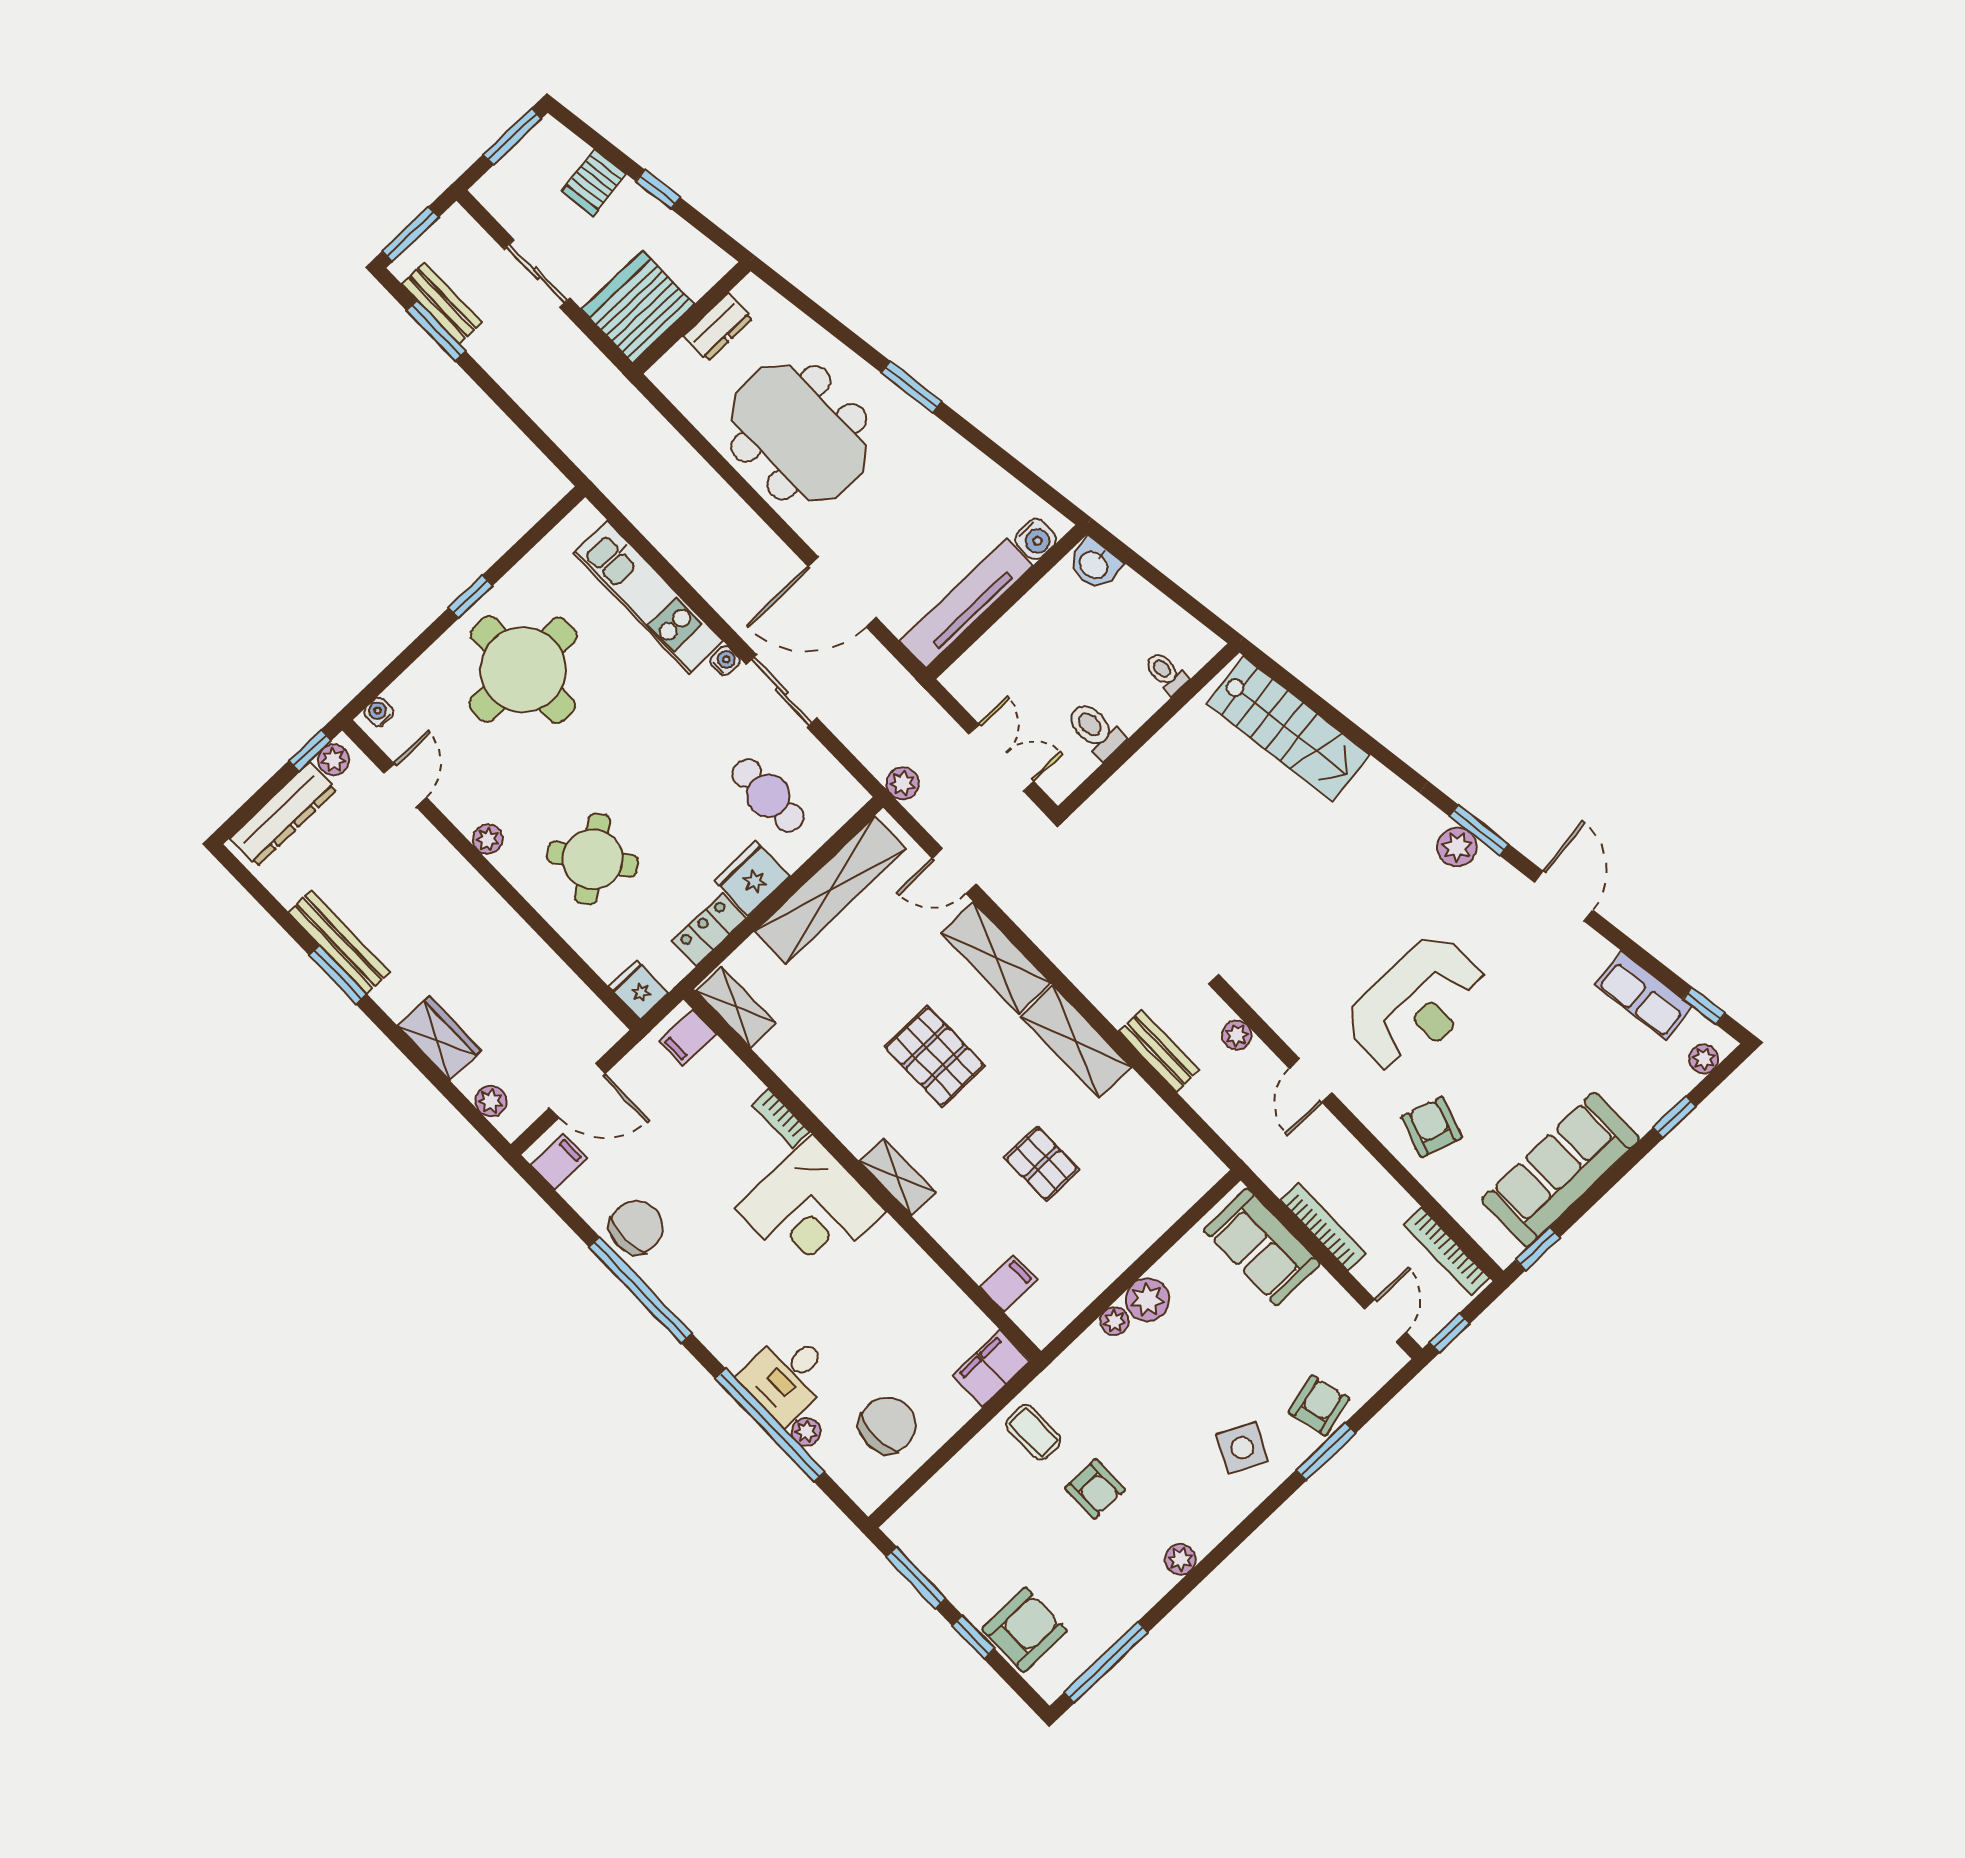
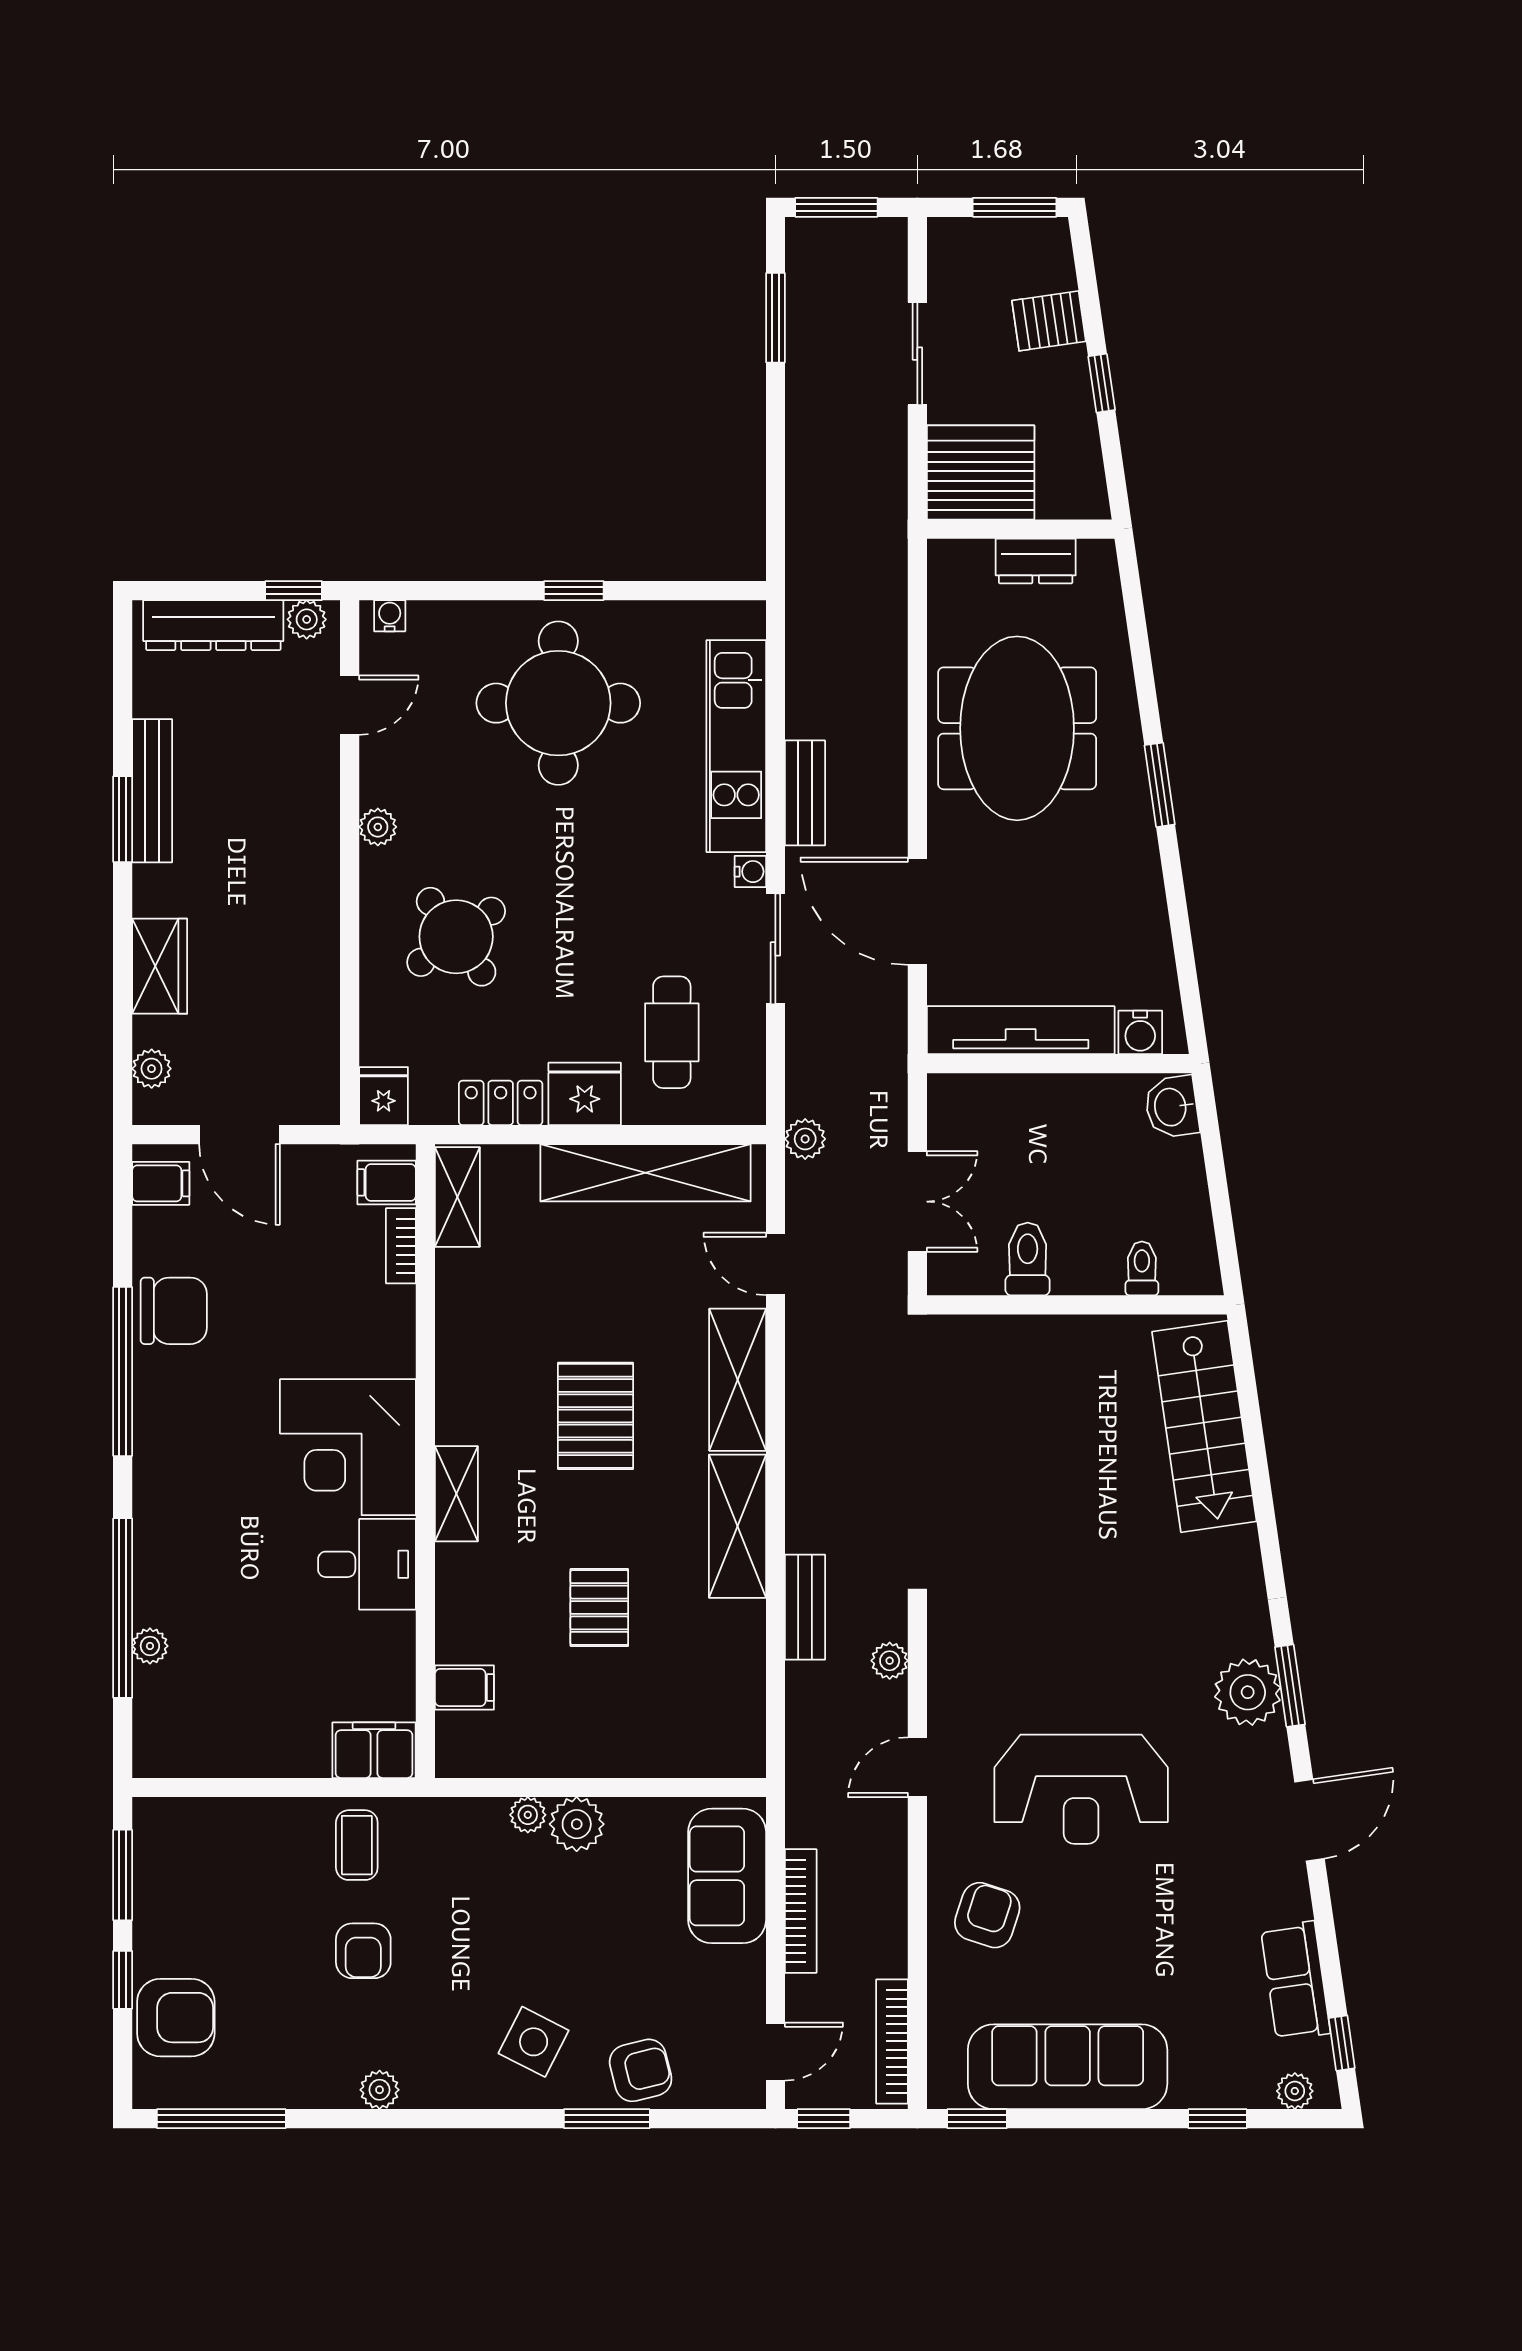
bench: (442, 303) -> (805, 793), moved
plant: (1457, 847) -> (1248, 1692), width x1.36, depth x1.36
bookcase: (781, 1118) -> (401, 1246), moved
desk: (787, 1376) -> (367, 1564), moved, turned 180
chair: (887, 1425) -> (230, 1711), removed

